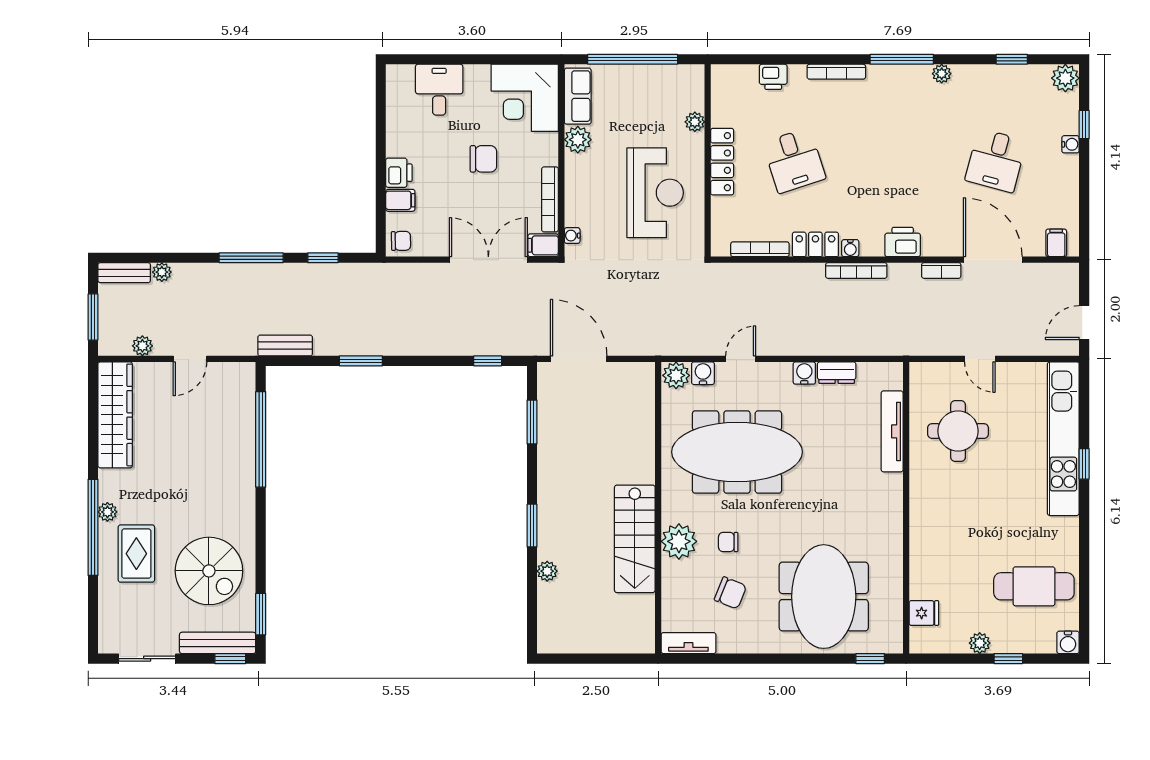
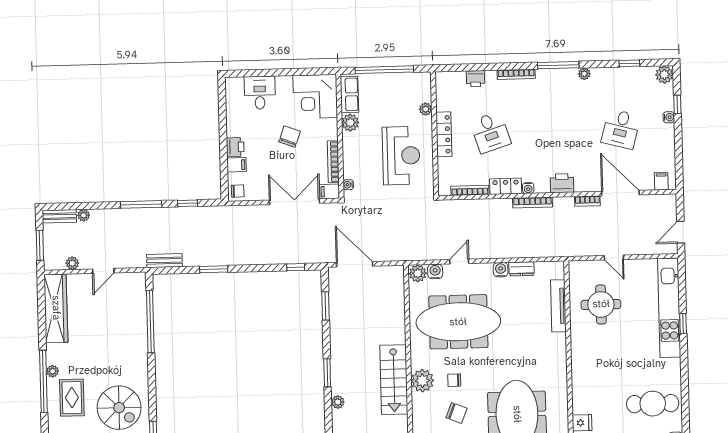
chair: (483, 159) -> (290, 137), turned -70

